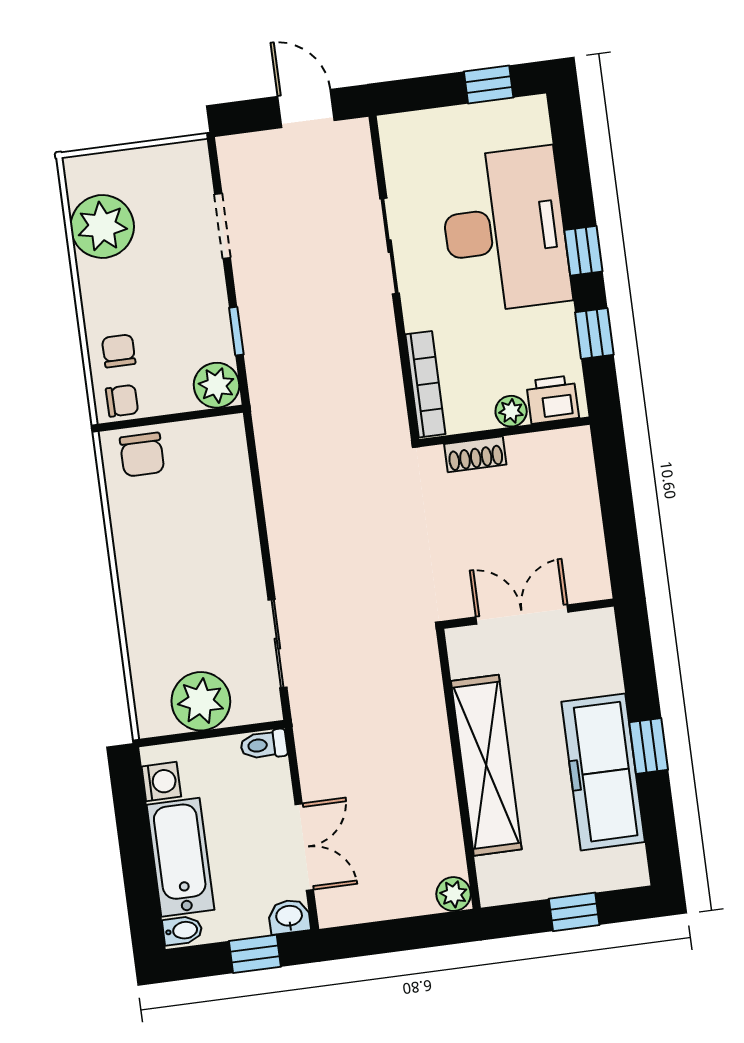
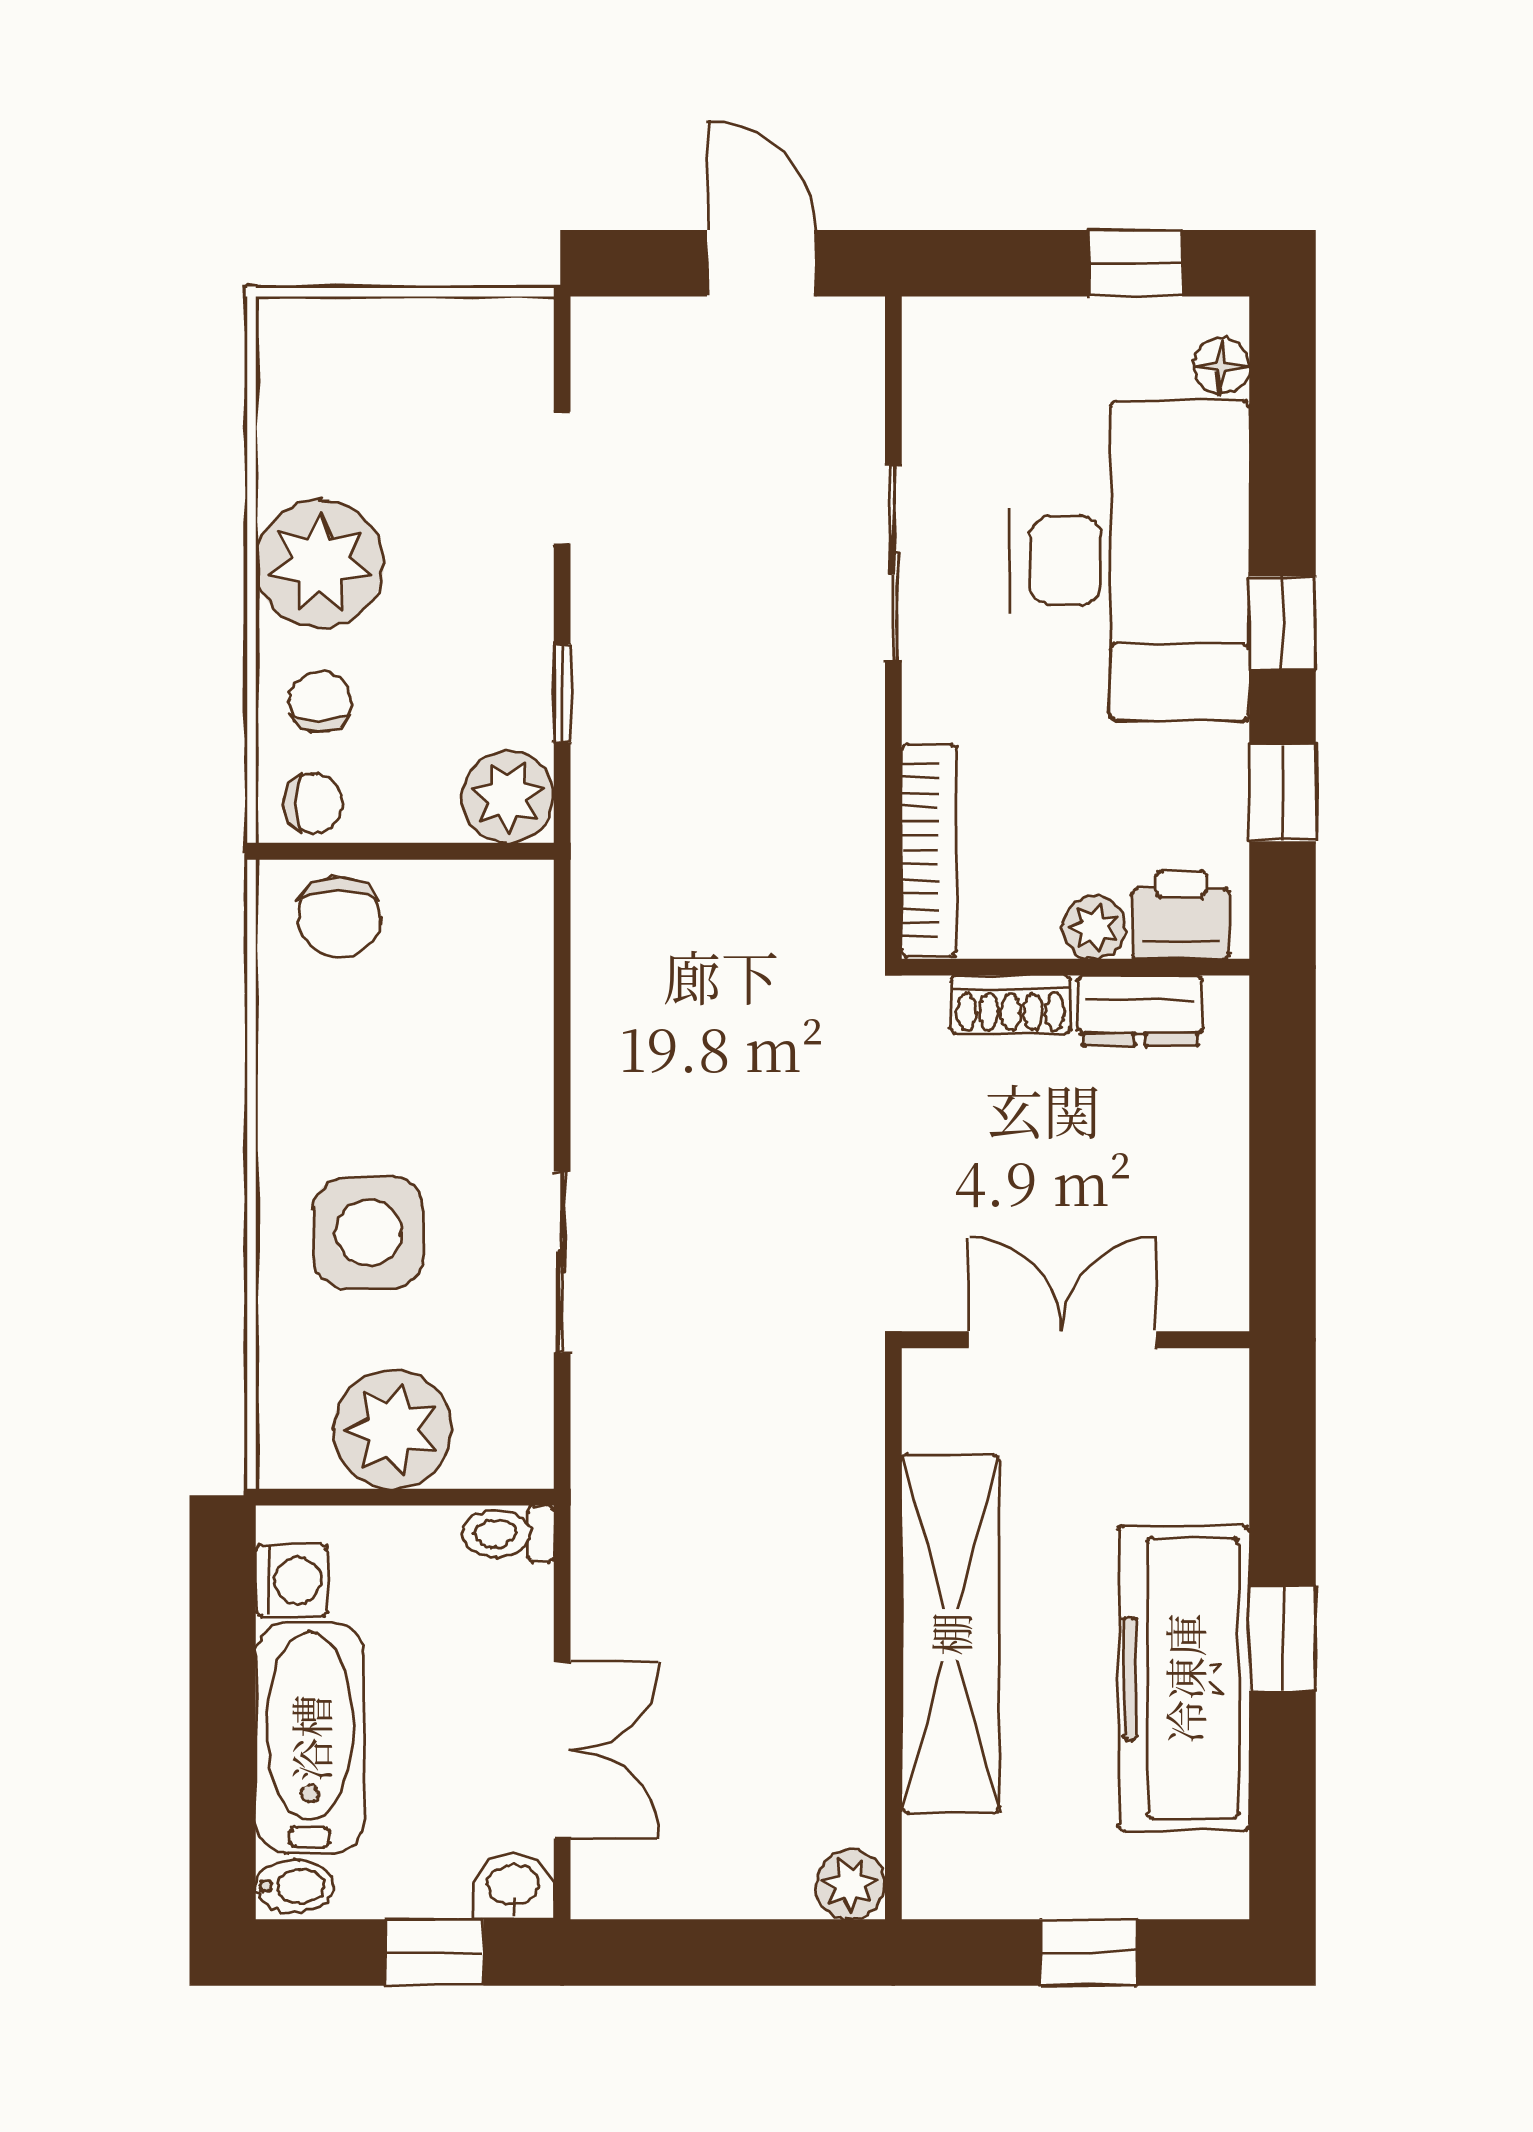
floor lamp: (537, 129) -> (1221, 366), added
plant: (102, 226) -> (320, 564), moved
dresser: (539, 449) -> (1140, 1011), added
side table: (176, 607) -> (368, 1233), added
sliding door: (277, 644) -> (562, 1262), moved

